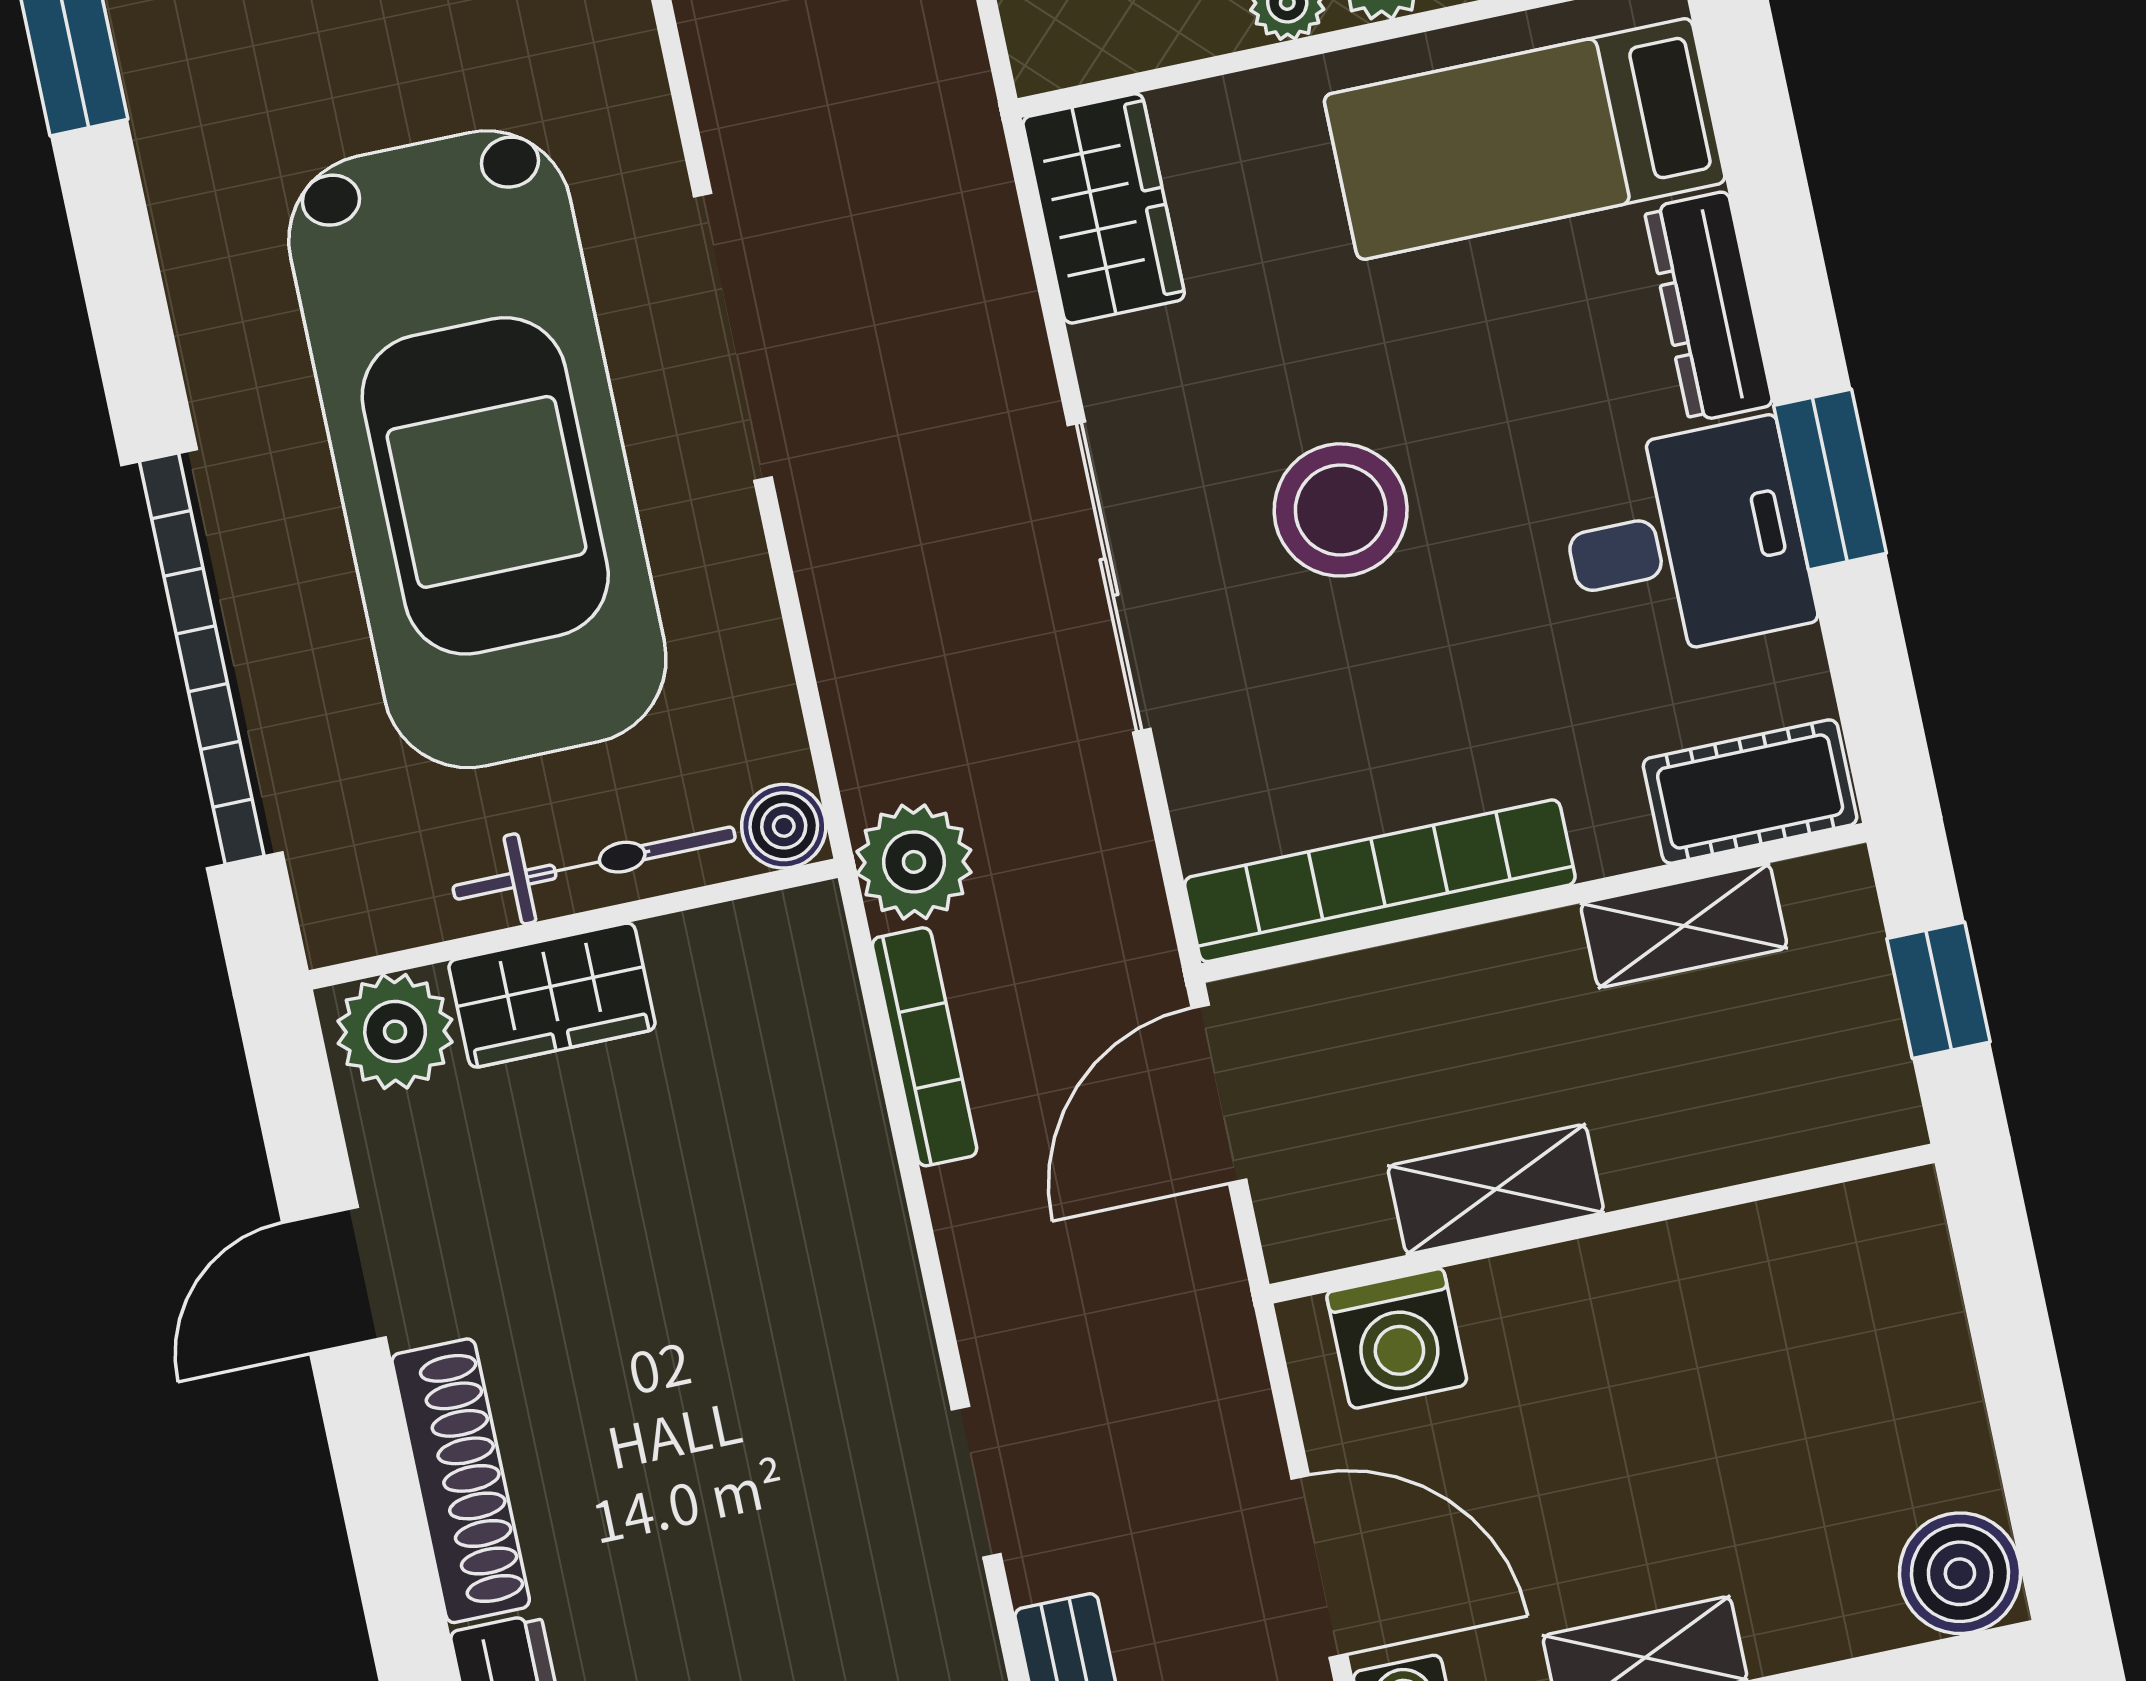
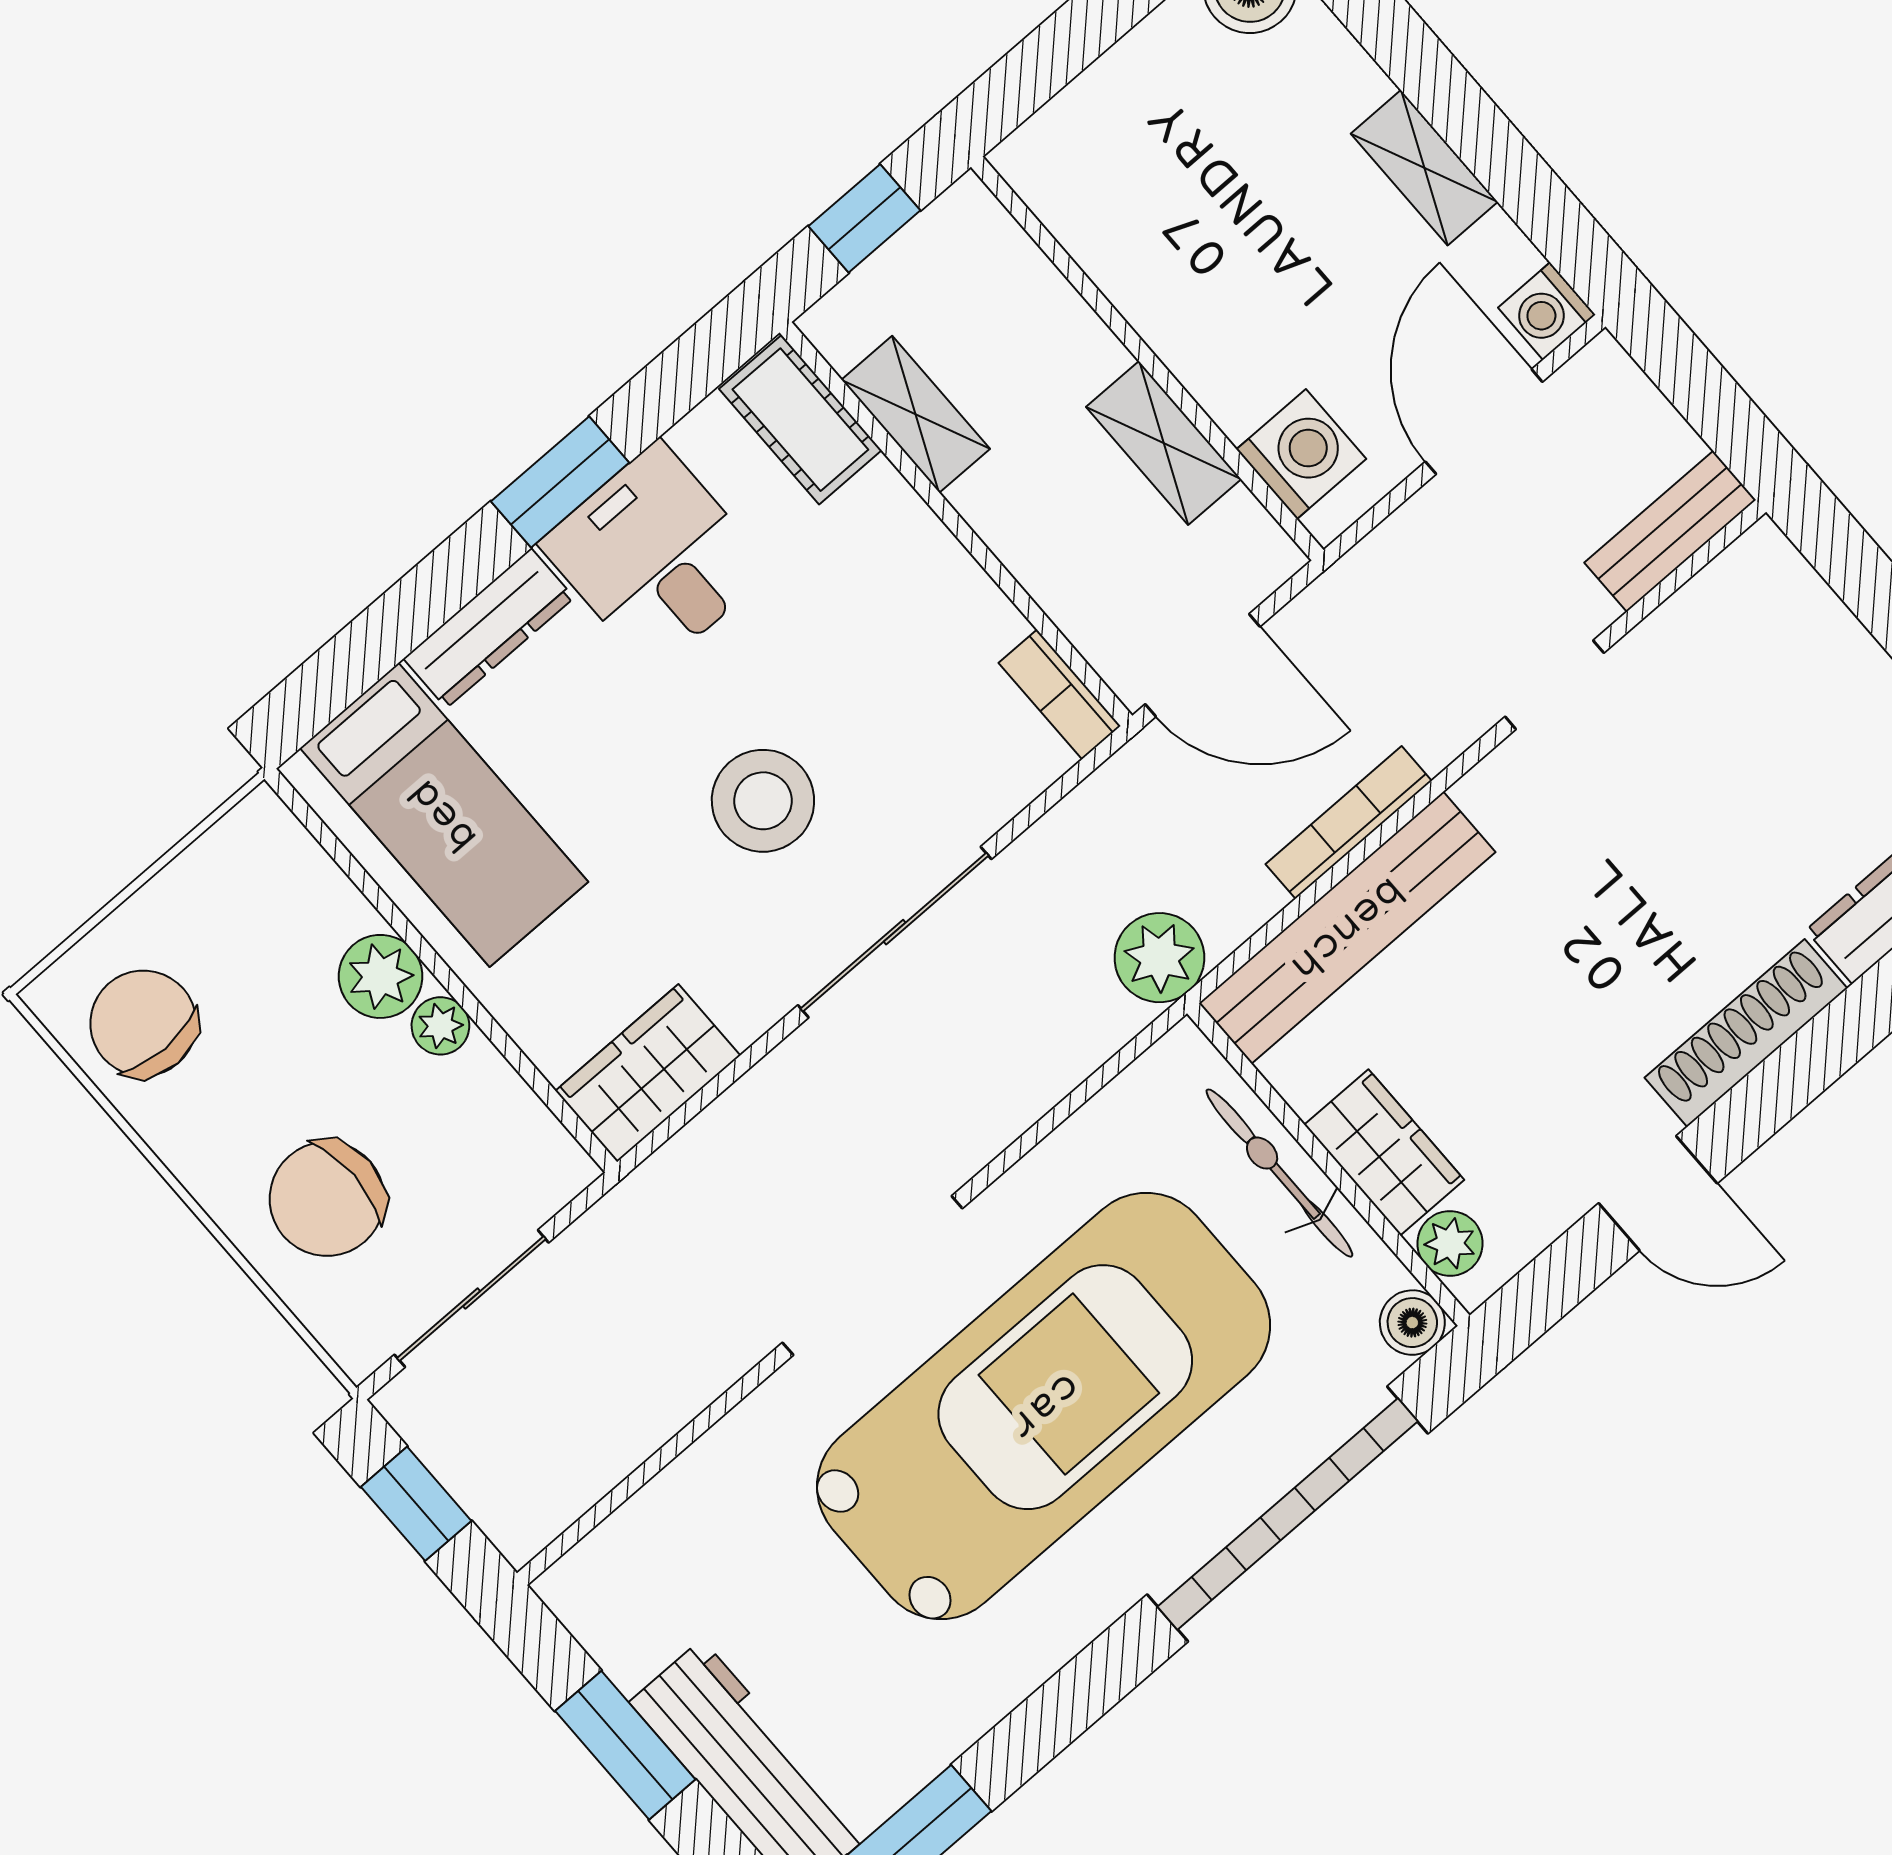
boiler: (784, 826) -> (1412, 1323), moved
bookcase: (1380, 881) -> (1060, 694), width x0.43, depth x0.76
plant: (395, 1031) -> (1450, 1243), width x0.73, depth x0.73
bookcase: (925, 1047) -> (1349, 822), moved
bench: (830, 1094) -> (1347, 928), added

